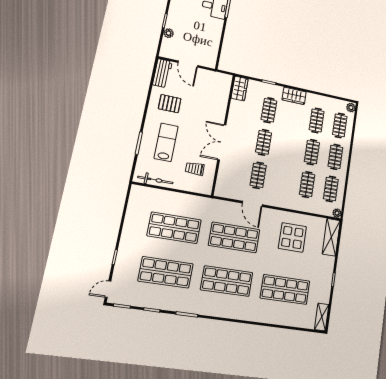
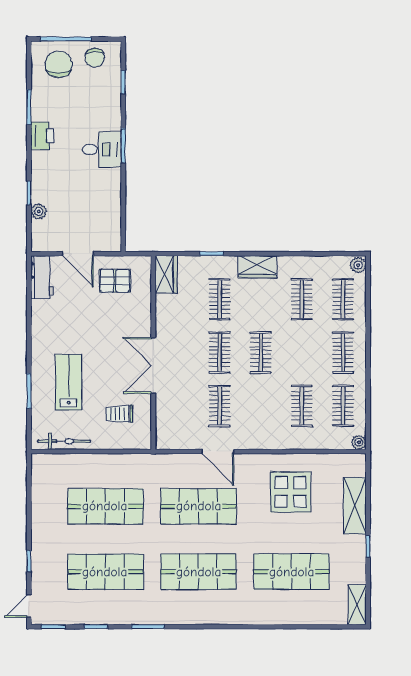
pallet: (170, 104) -> (115, 281), moved
clothes rail: (312, 152) -> (261, 353), moved
shelving: (331, 237) -> (355, 506), moved

